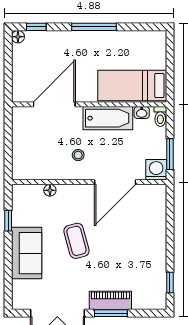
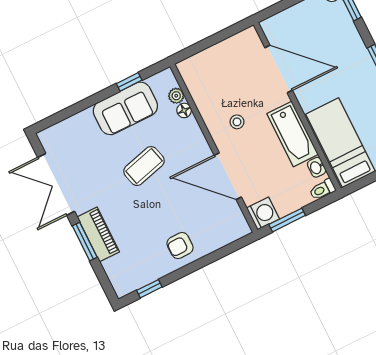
plant: (36, 191) -> (176, 96), added
armchair: (149, 244) -> (180, 246), added
sofa: (27, 253) -> (125, 108), moved

